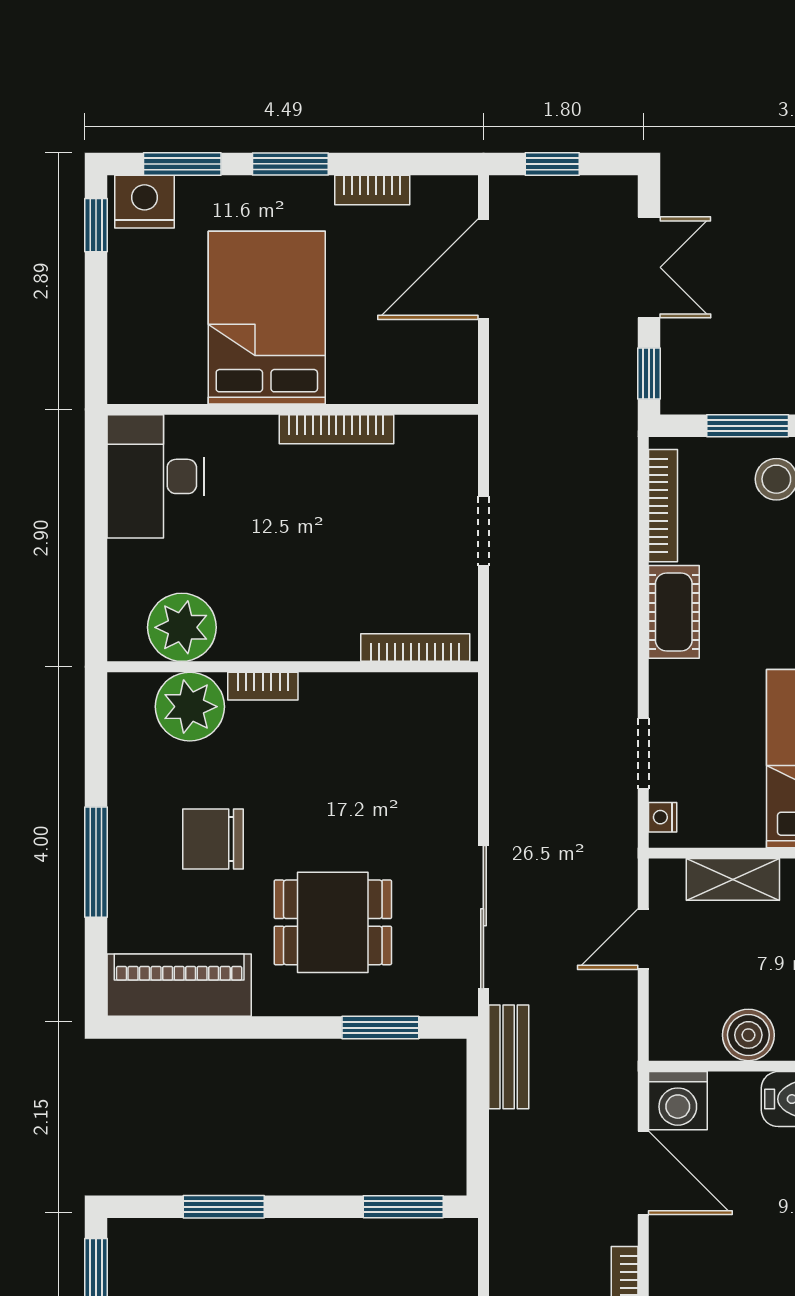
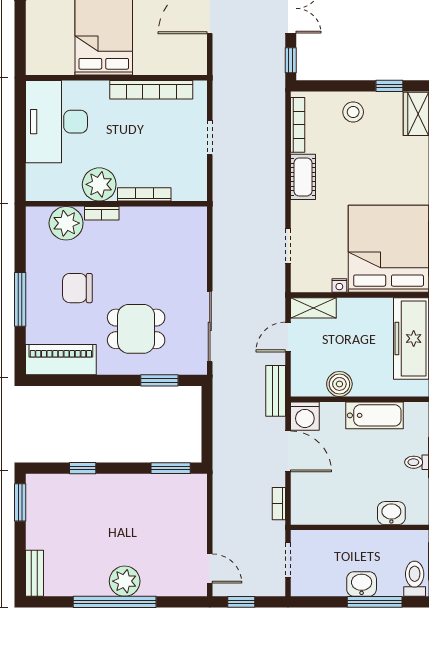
window: (748, 426) -> (339, 86), removed
bookcase: (336, 429) -> (151, 90), width x1.48, depth x1.31
desk: (156, 476) -> (56, 122), width x1.36, depth x1.30
plant: (182, 627) -> (99, 184), moved
bookcase: (415, 648) -> (144, 194), moved
nightstand: (663, 817) -> (339, 285), moved, turned -90
shelving: (733, 879) -> (313, 308), moved
bench: (509, 1057) -> (276, 391), moved
window: (224, 1207) -> (83, 468), width x0.67

